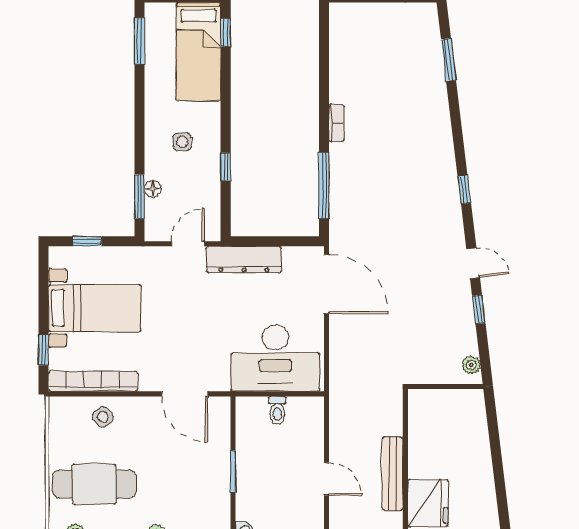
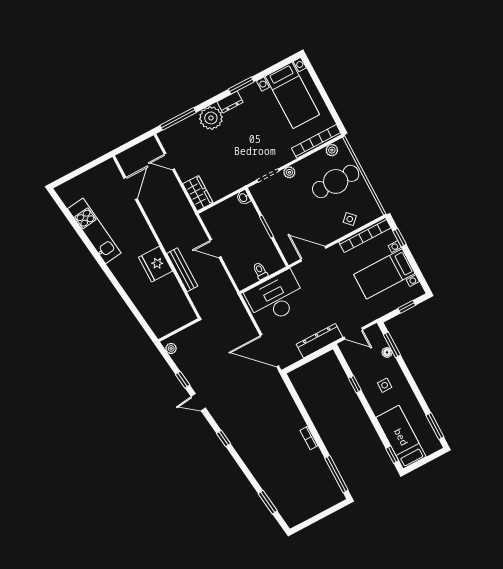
window: (324, 185) -> (336, 474), moved
door: (188, 244) -> (353, 333), hinge flipped

